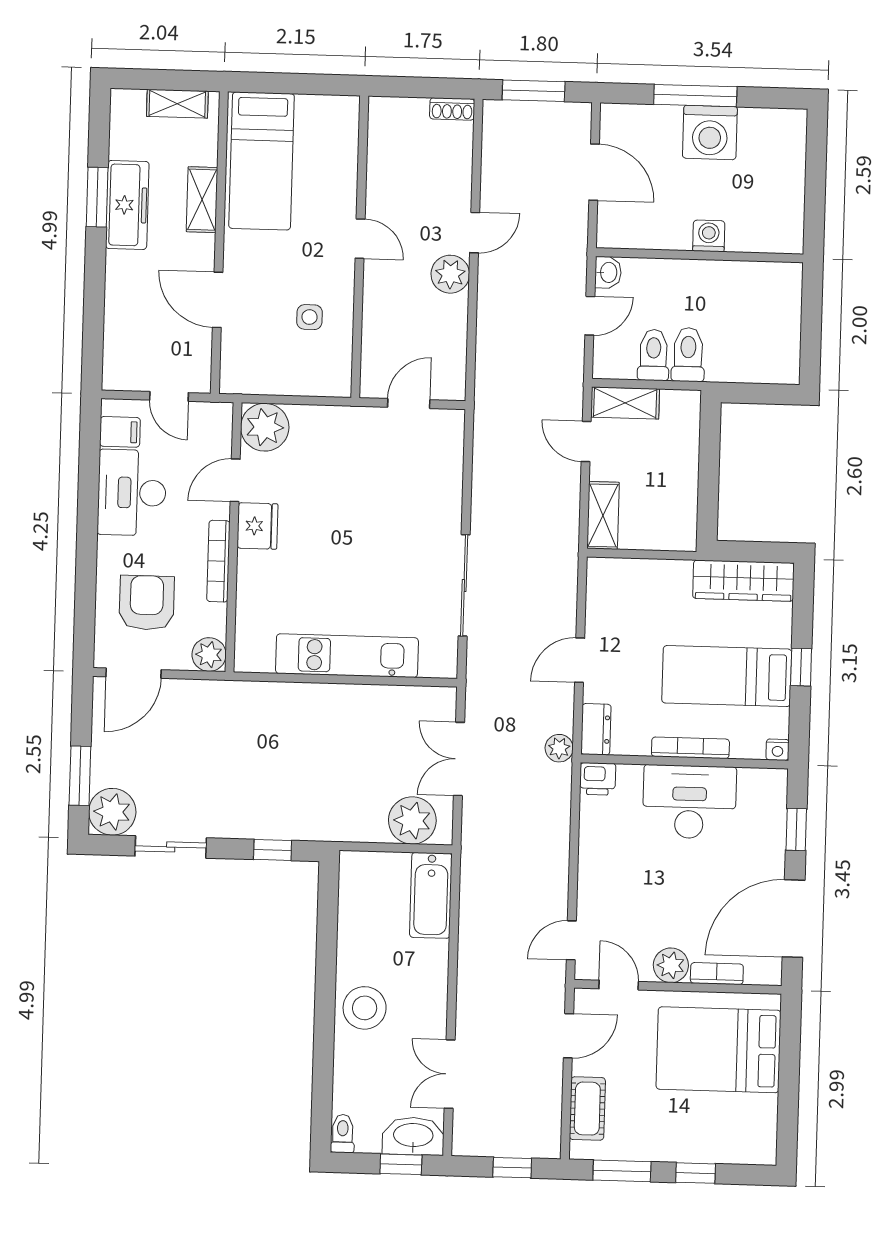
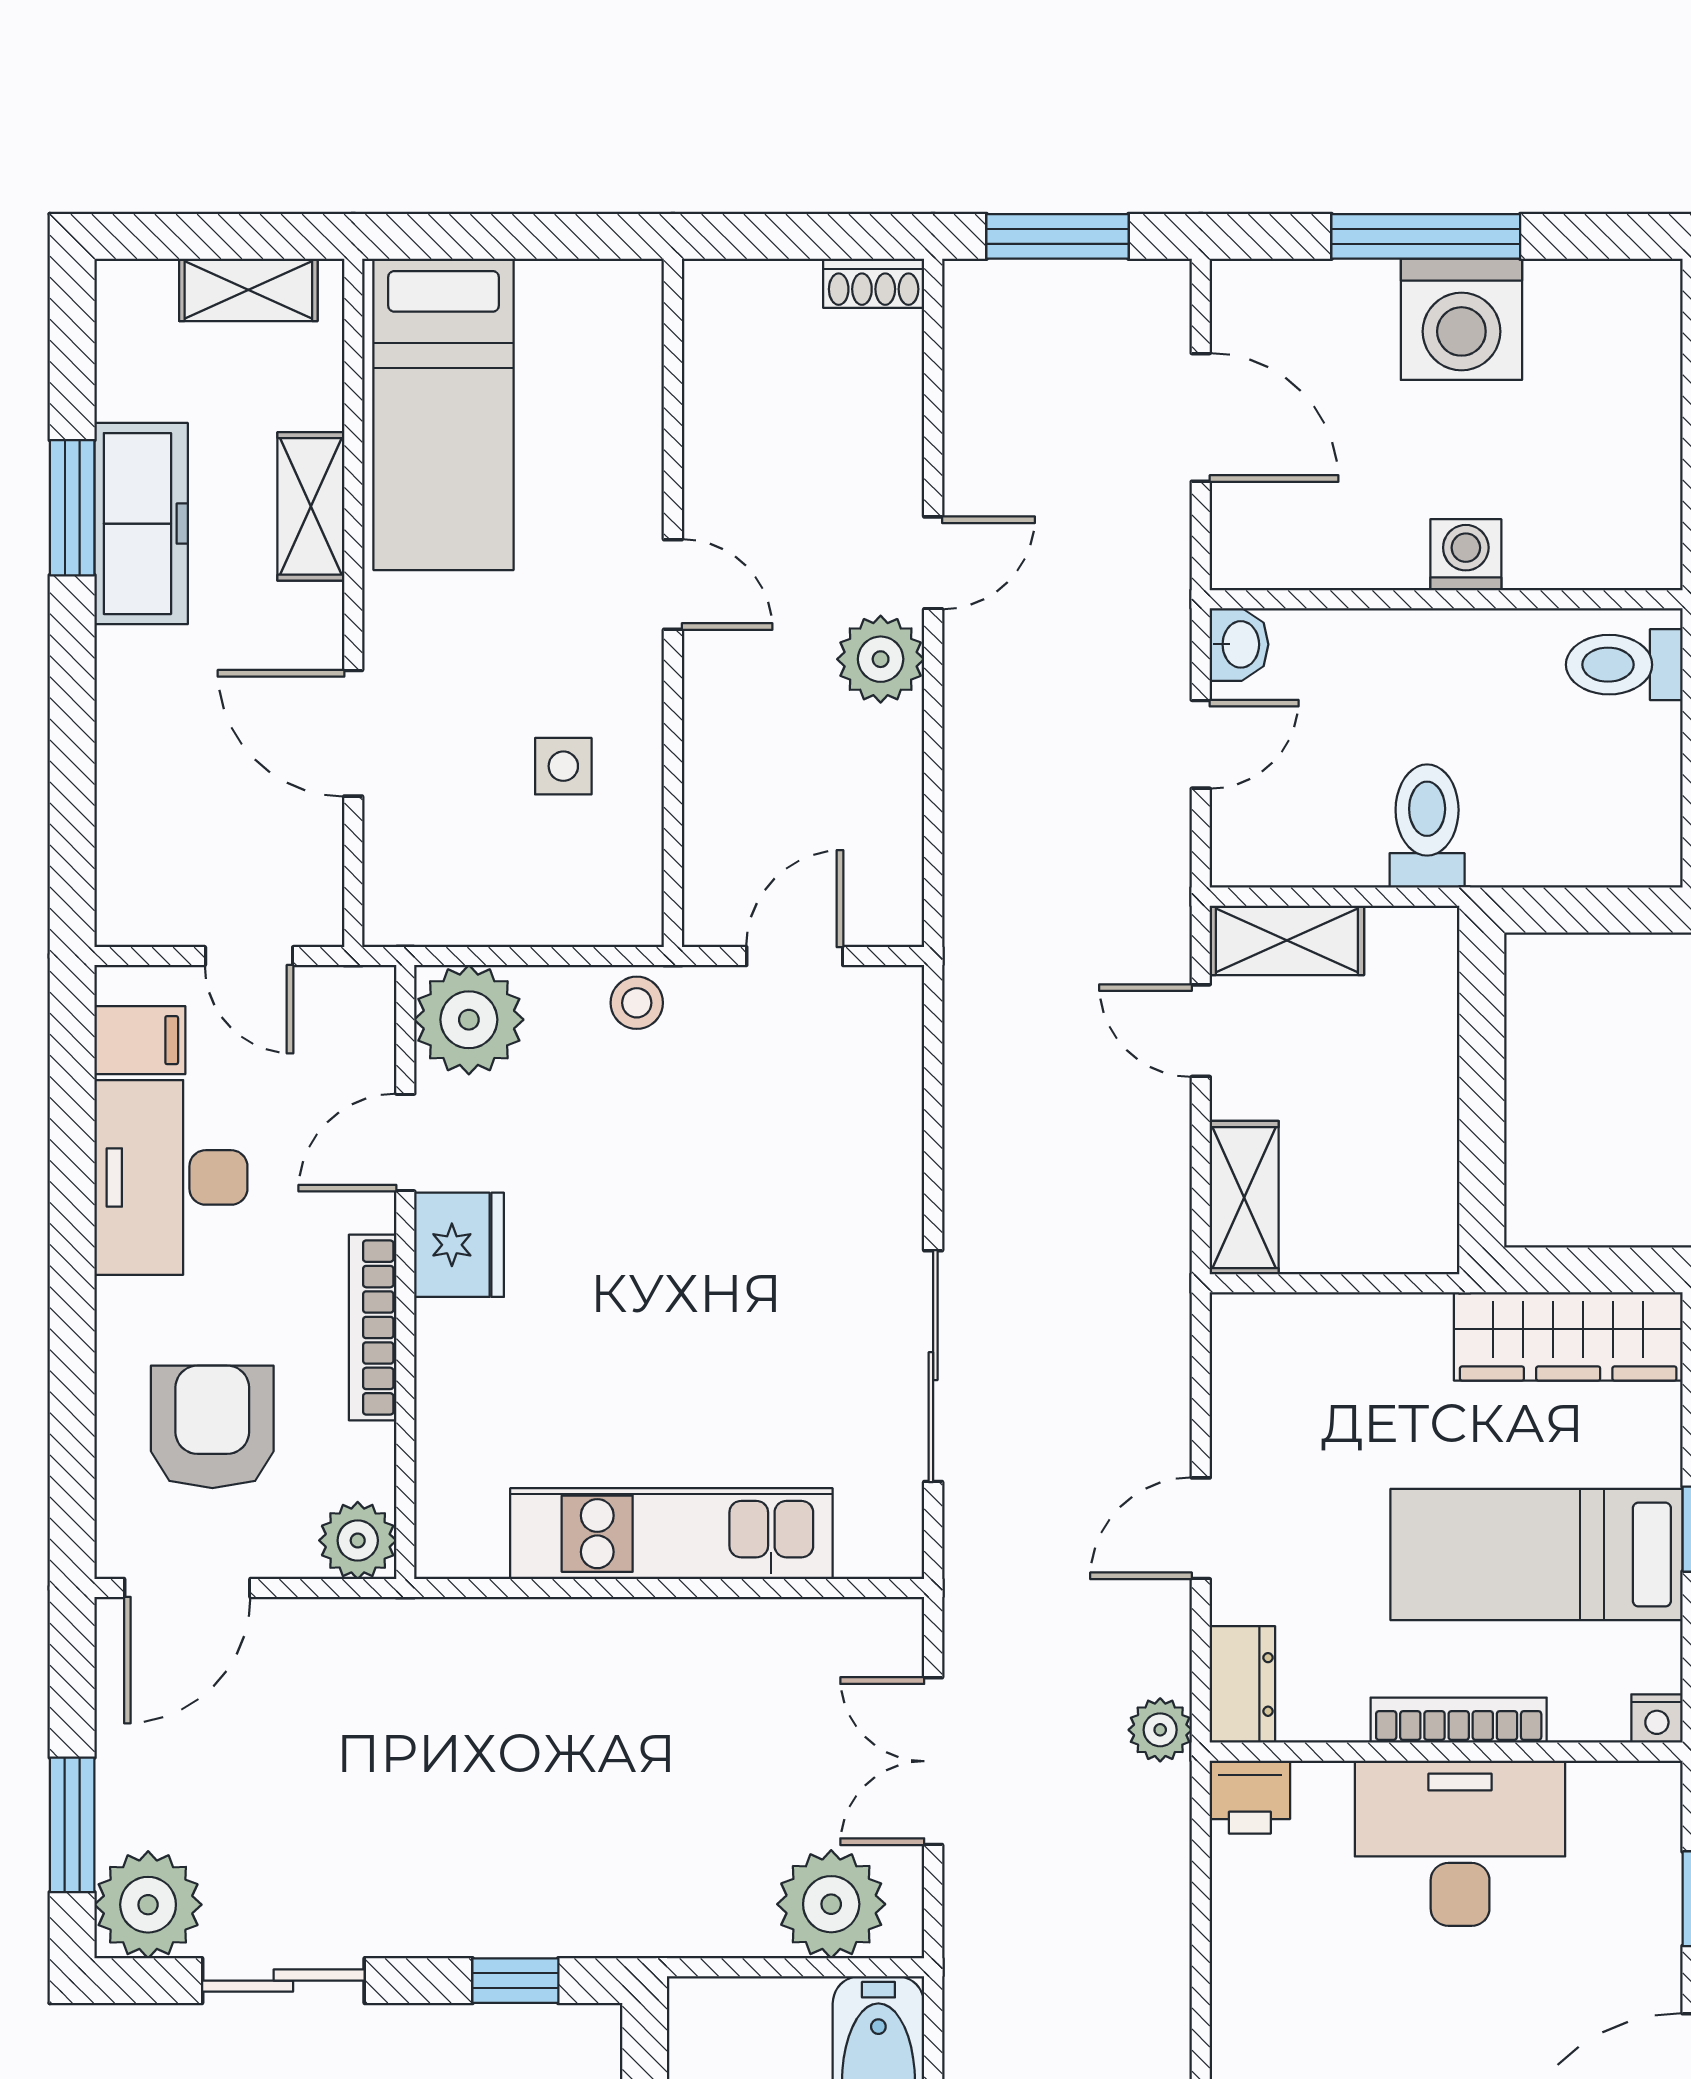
toilet: (654, 355) -> (1624, 665), moved, turned -90
stool: (339, 422) -> (637, 1003), added

